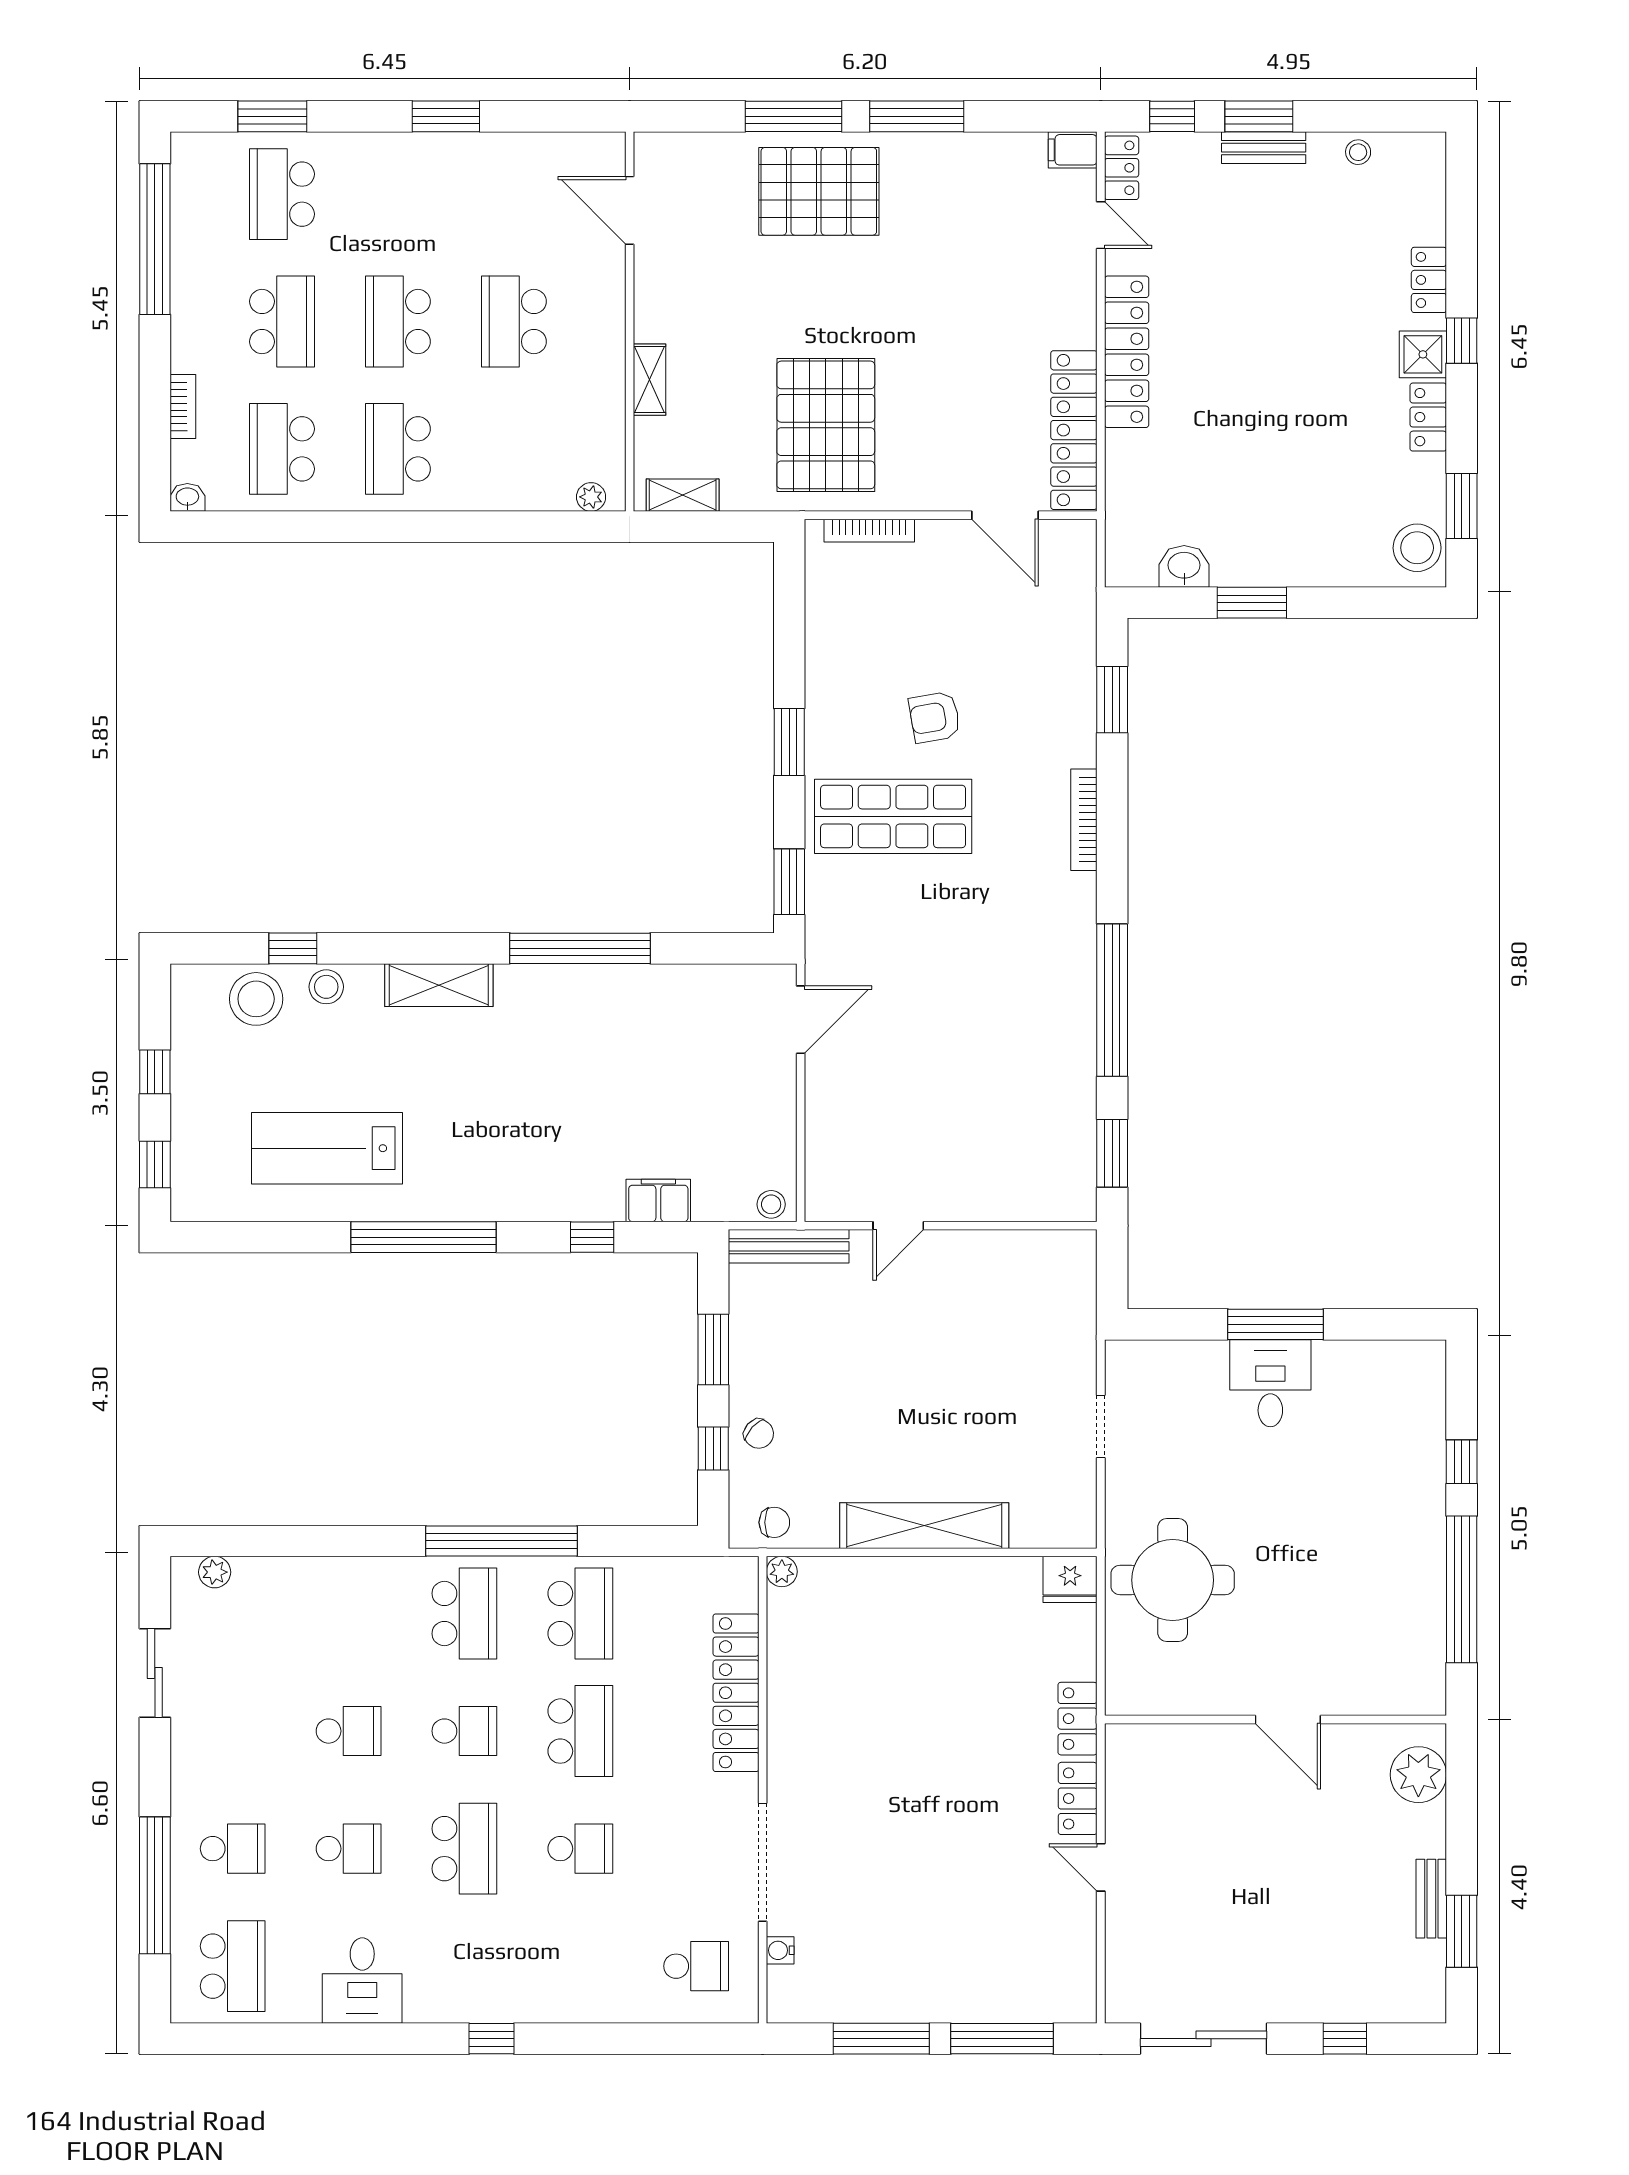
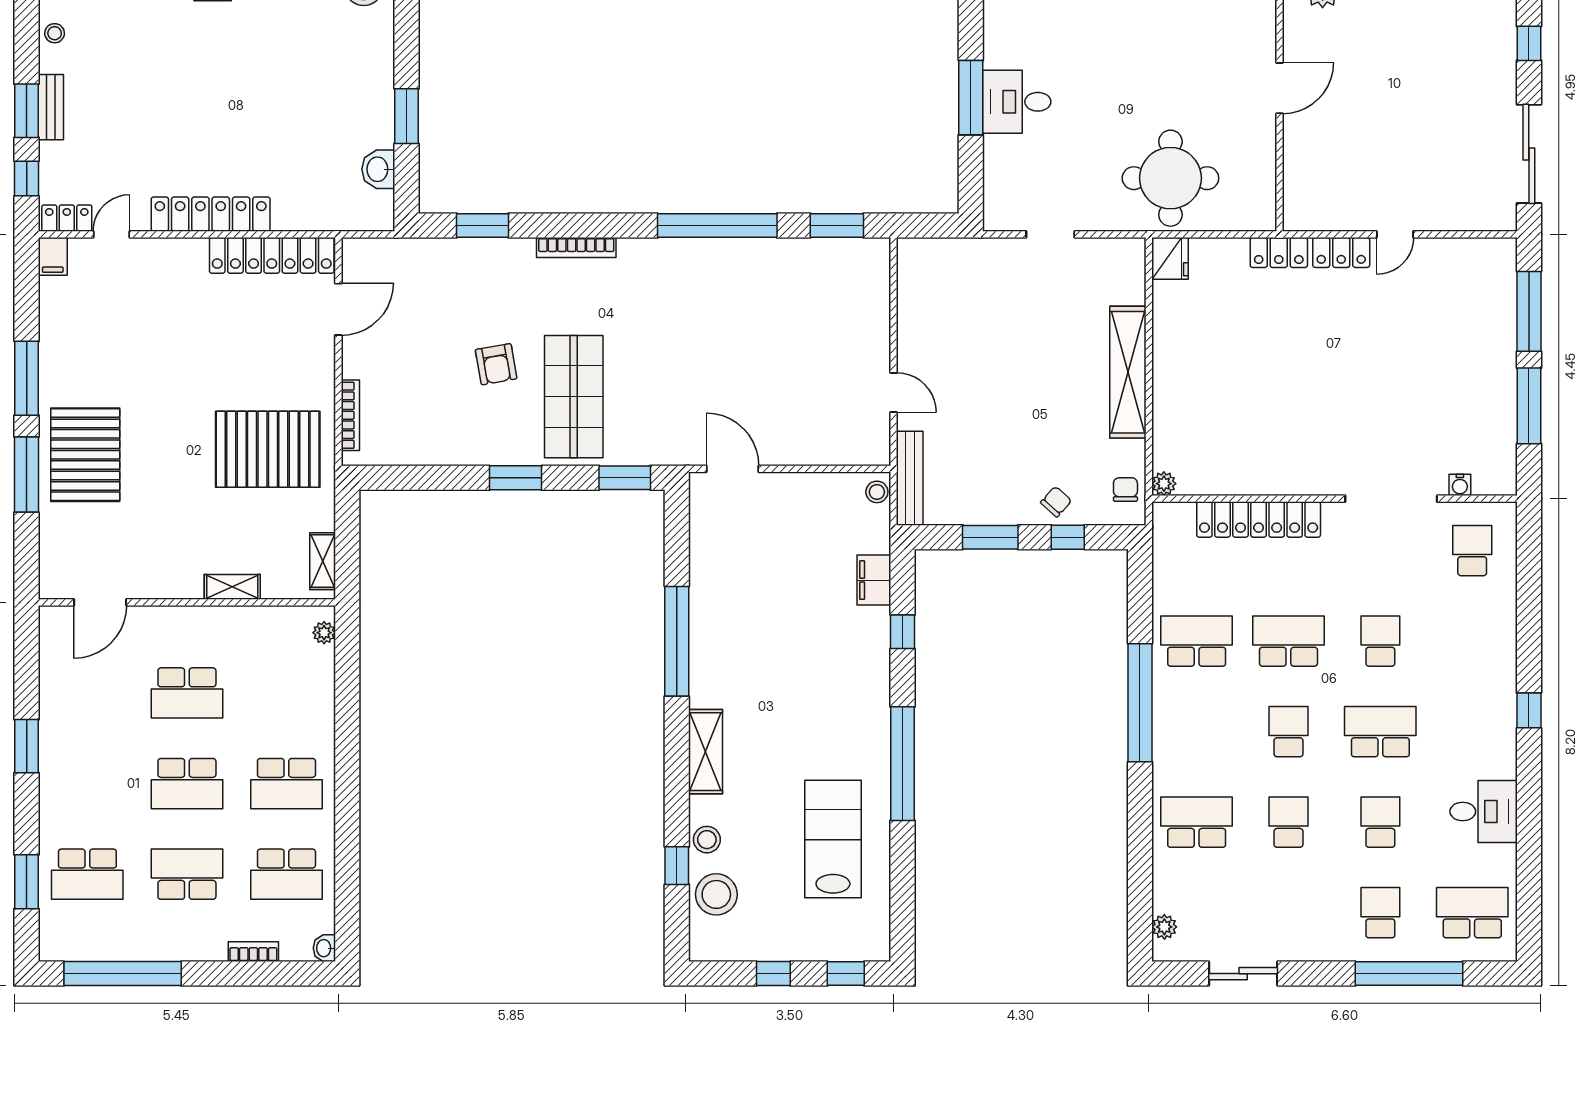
lab bench: (327, 1148) -> (833, 839), turned 180
school desk: (464, 1613) -> (1197, 822), moved

